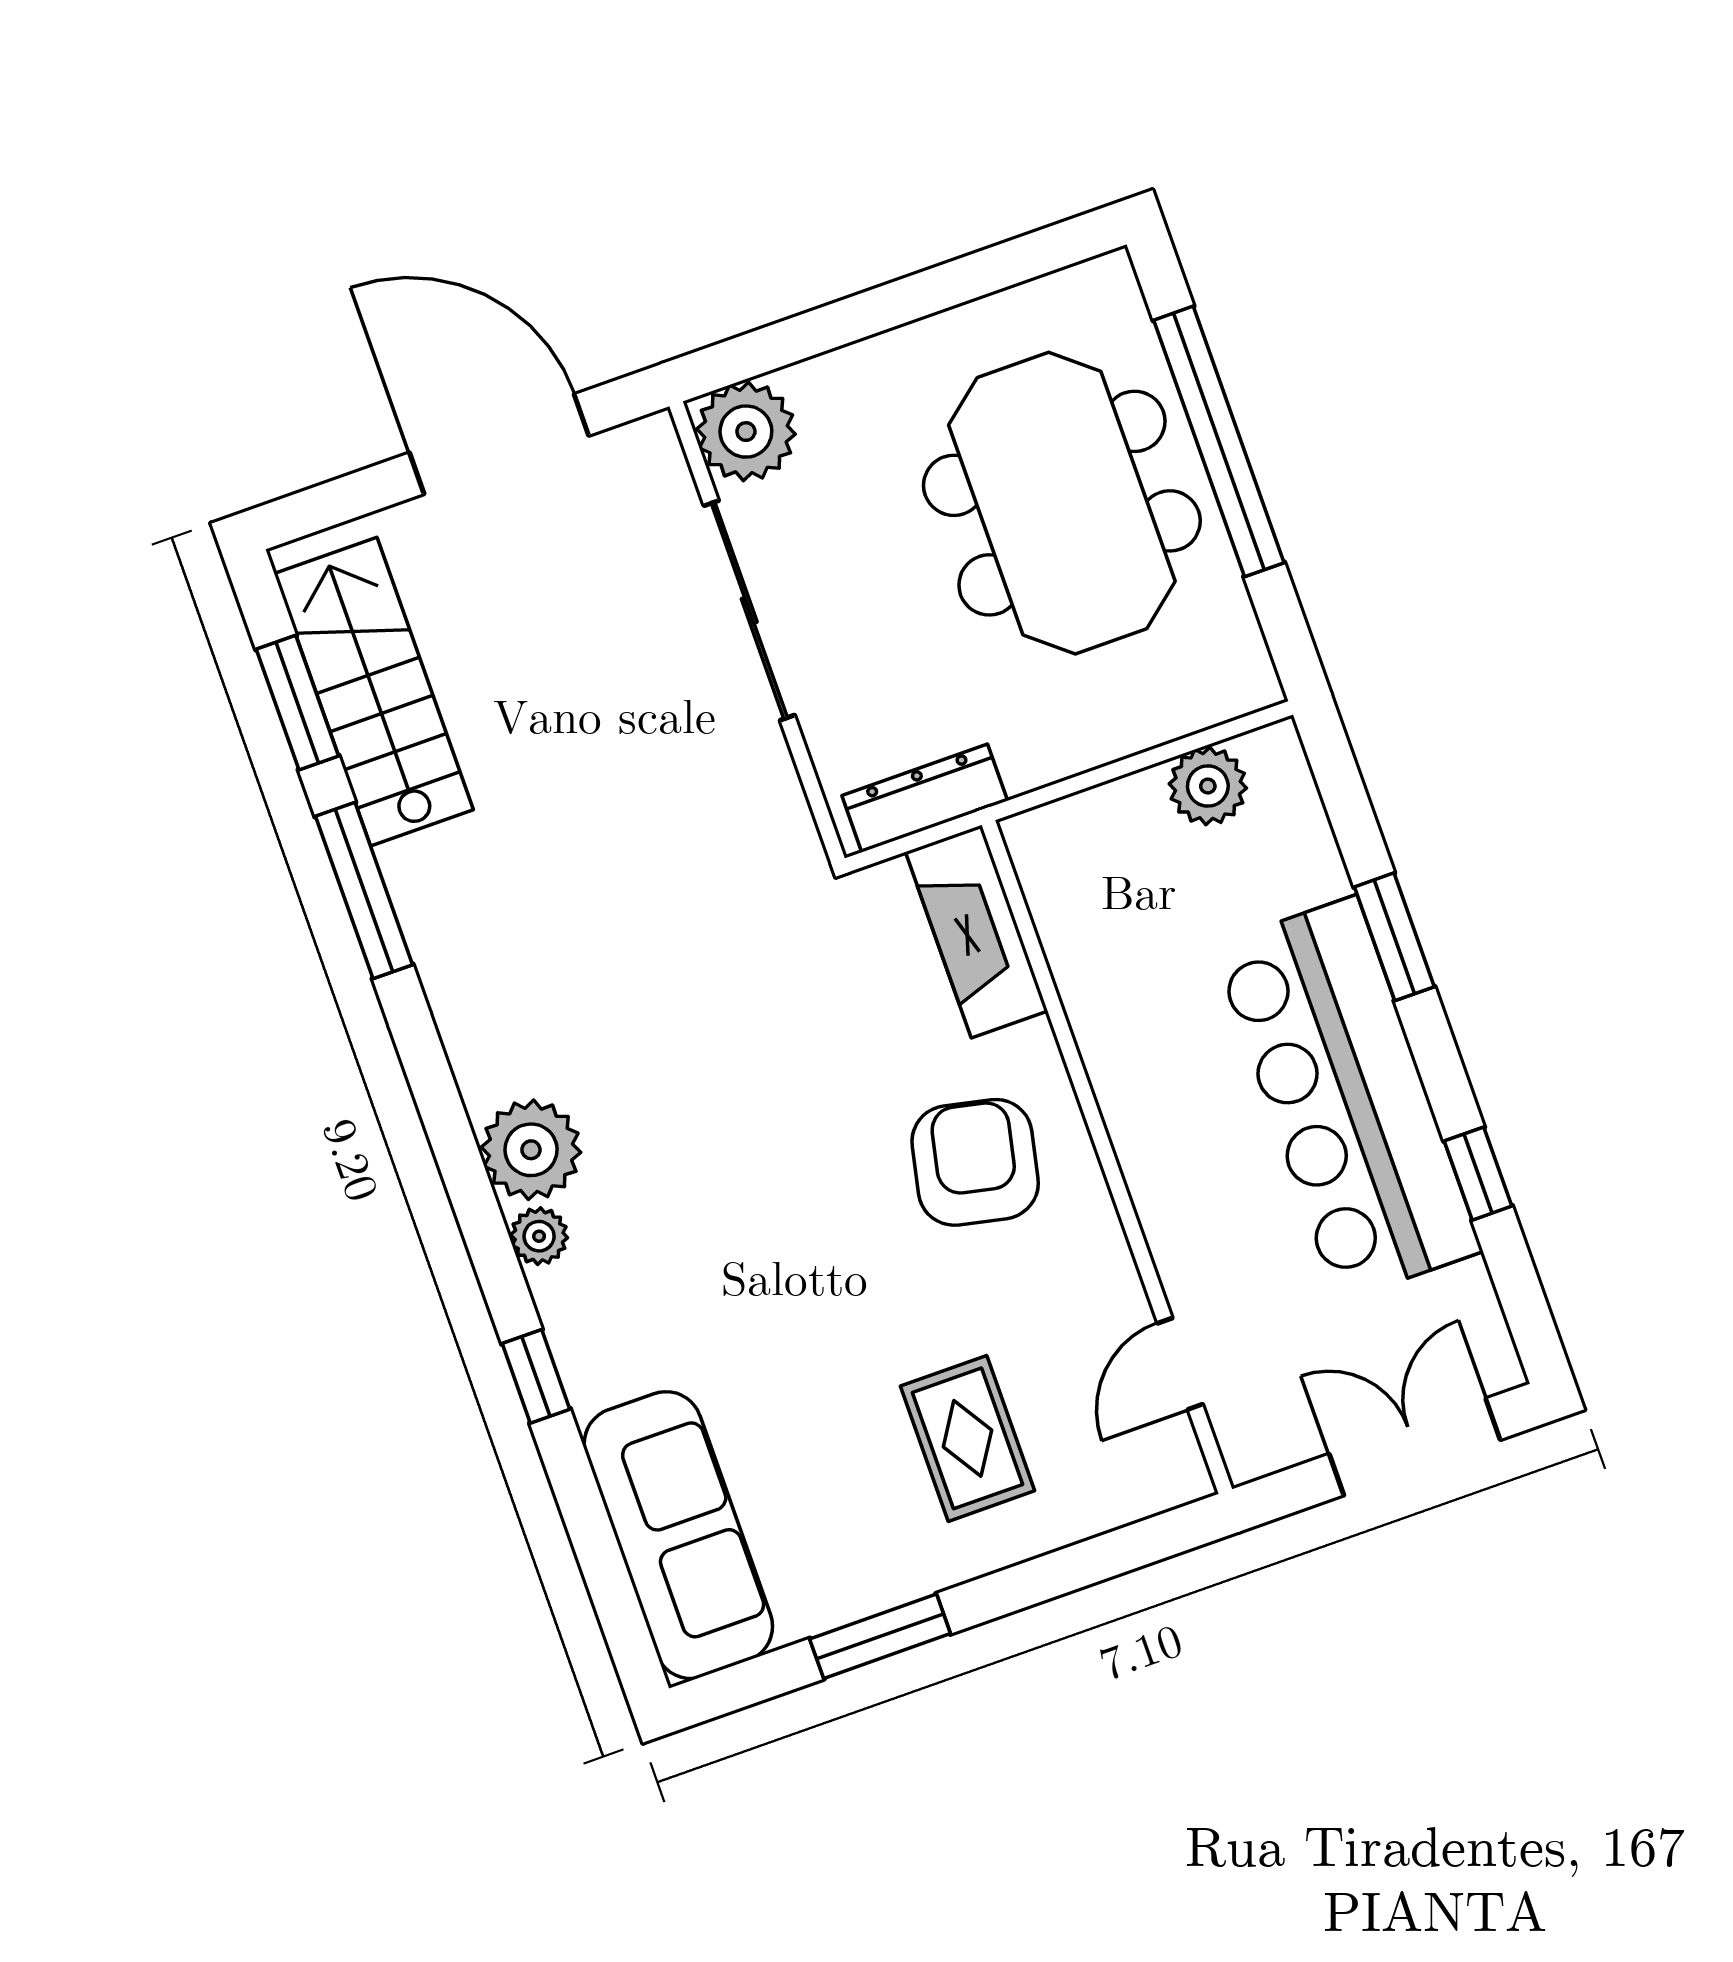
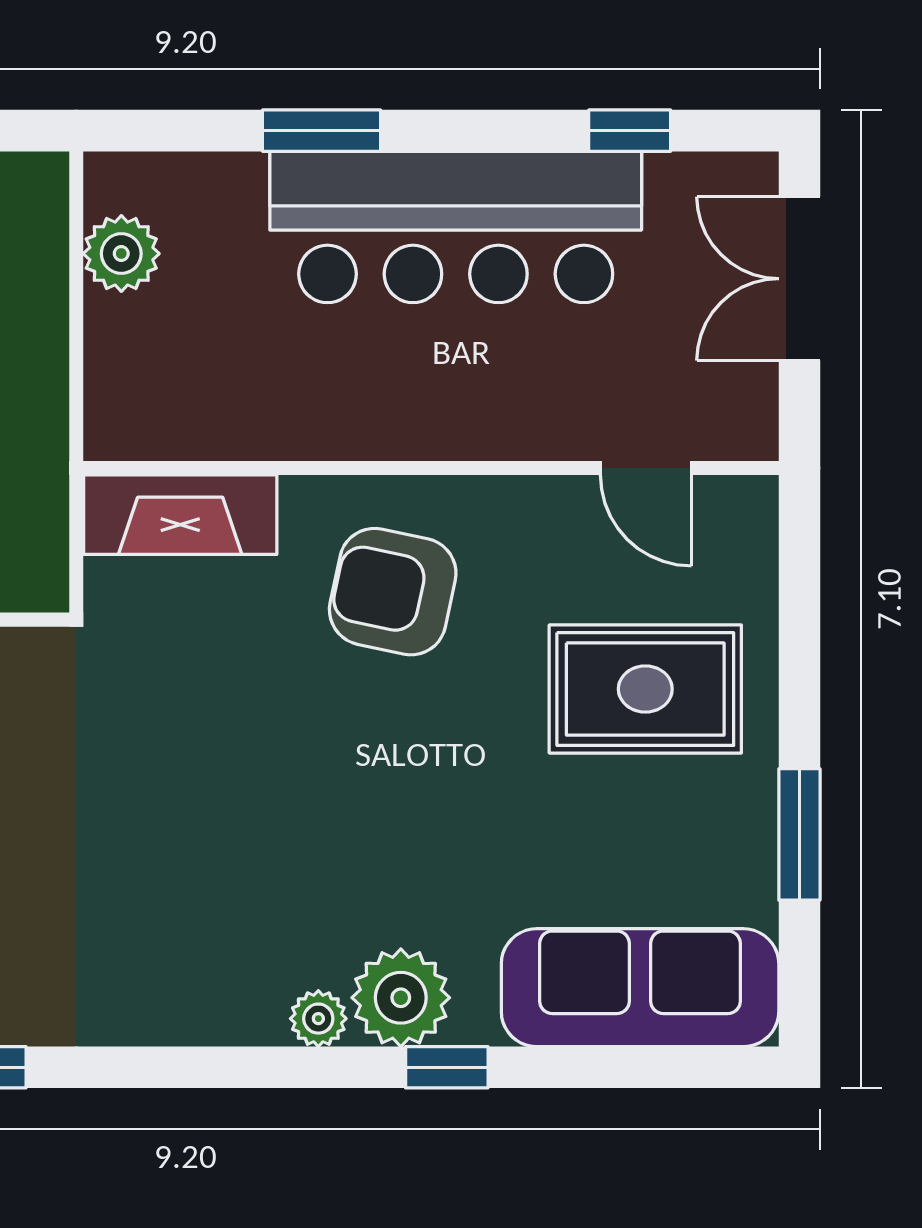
dresser: (925, 798) -> (40, 519), removed
plant: (531, 1150) -> (401, 998), moved
window: (1478, 1174) -> (630, 131), moved
rug: (967, 1438) -> (645, 689), width x1.36, depth x1.43

